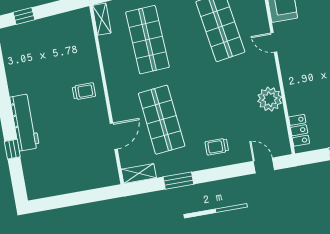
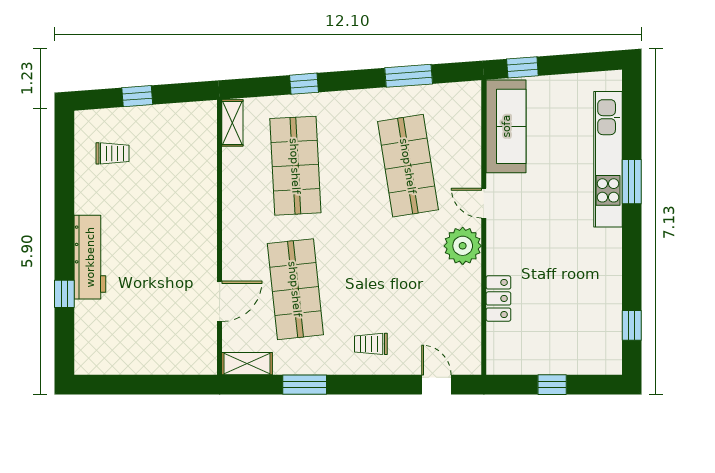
window: (24, 16) -> (137, 96), moved
trolley: (84, 91) -> (112, 153), moved
plant: (270, 99) -> (463, 246), moved
locker: (299, 130) -> (498, 298), moved

